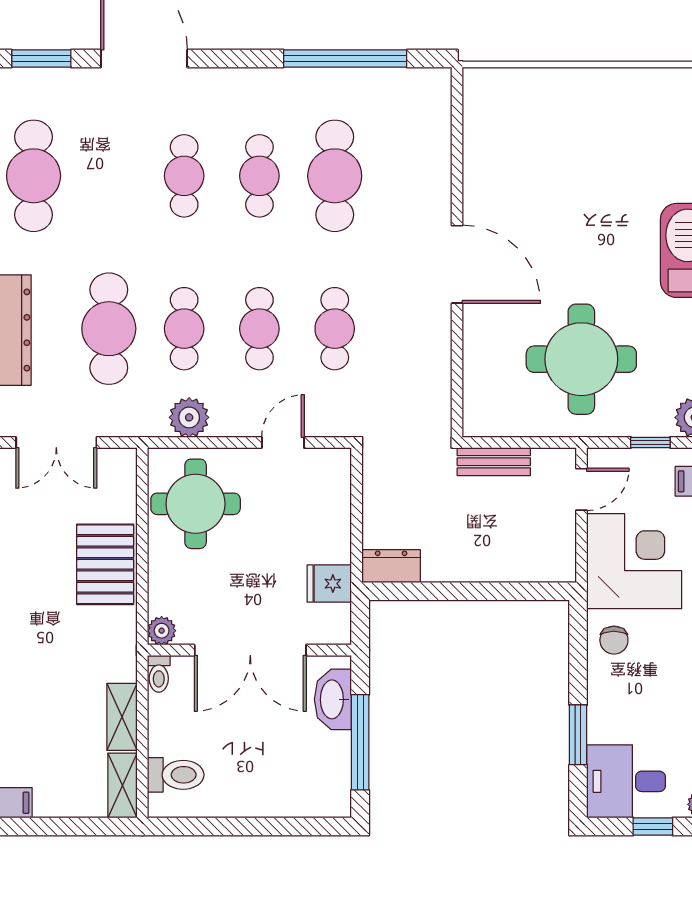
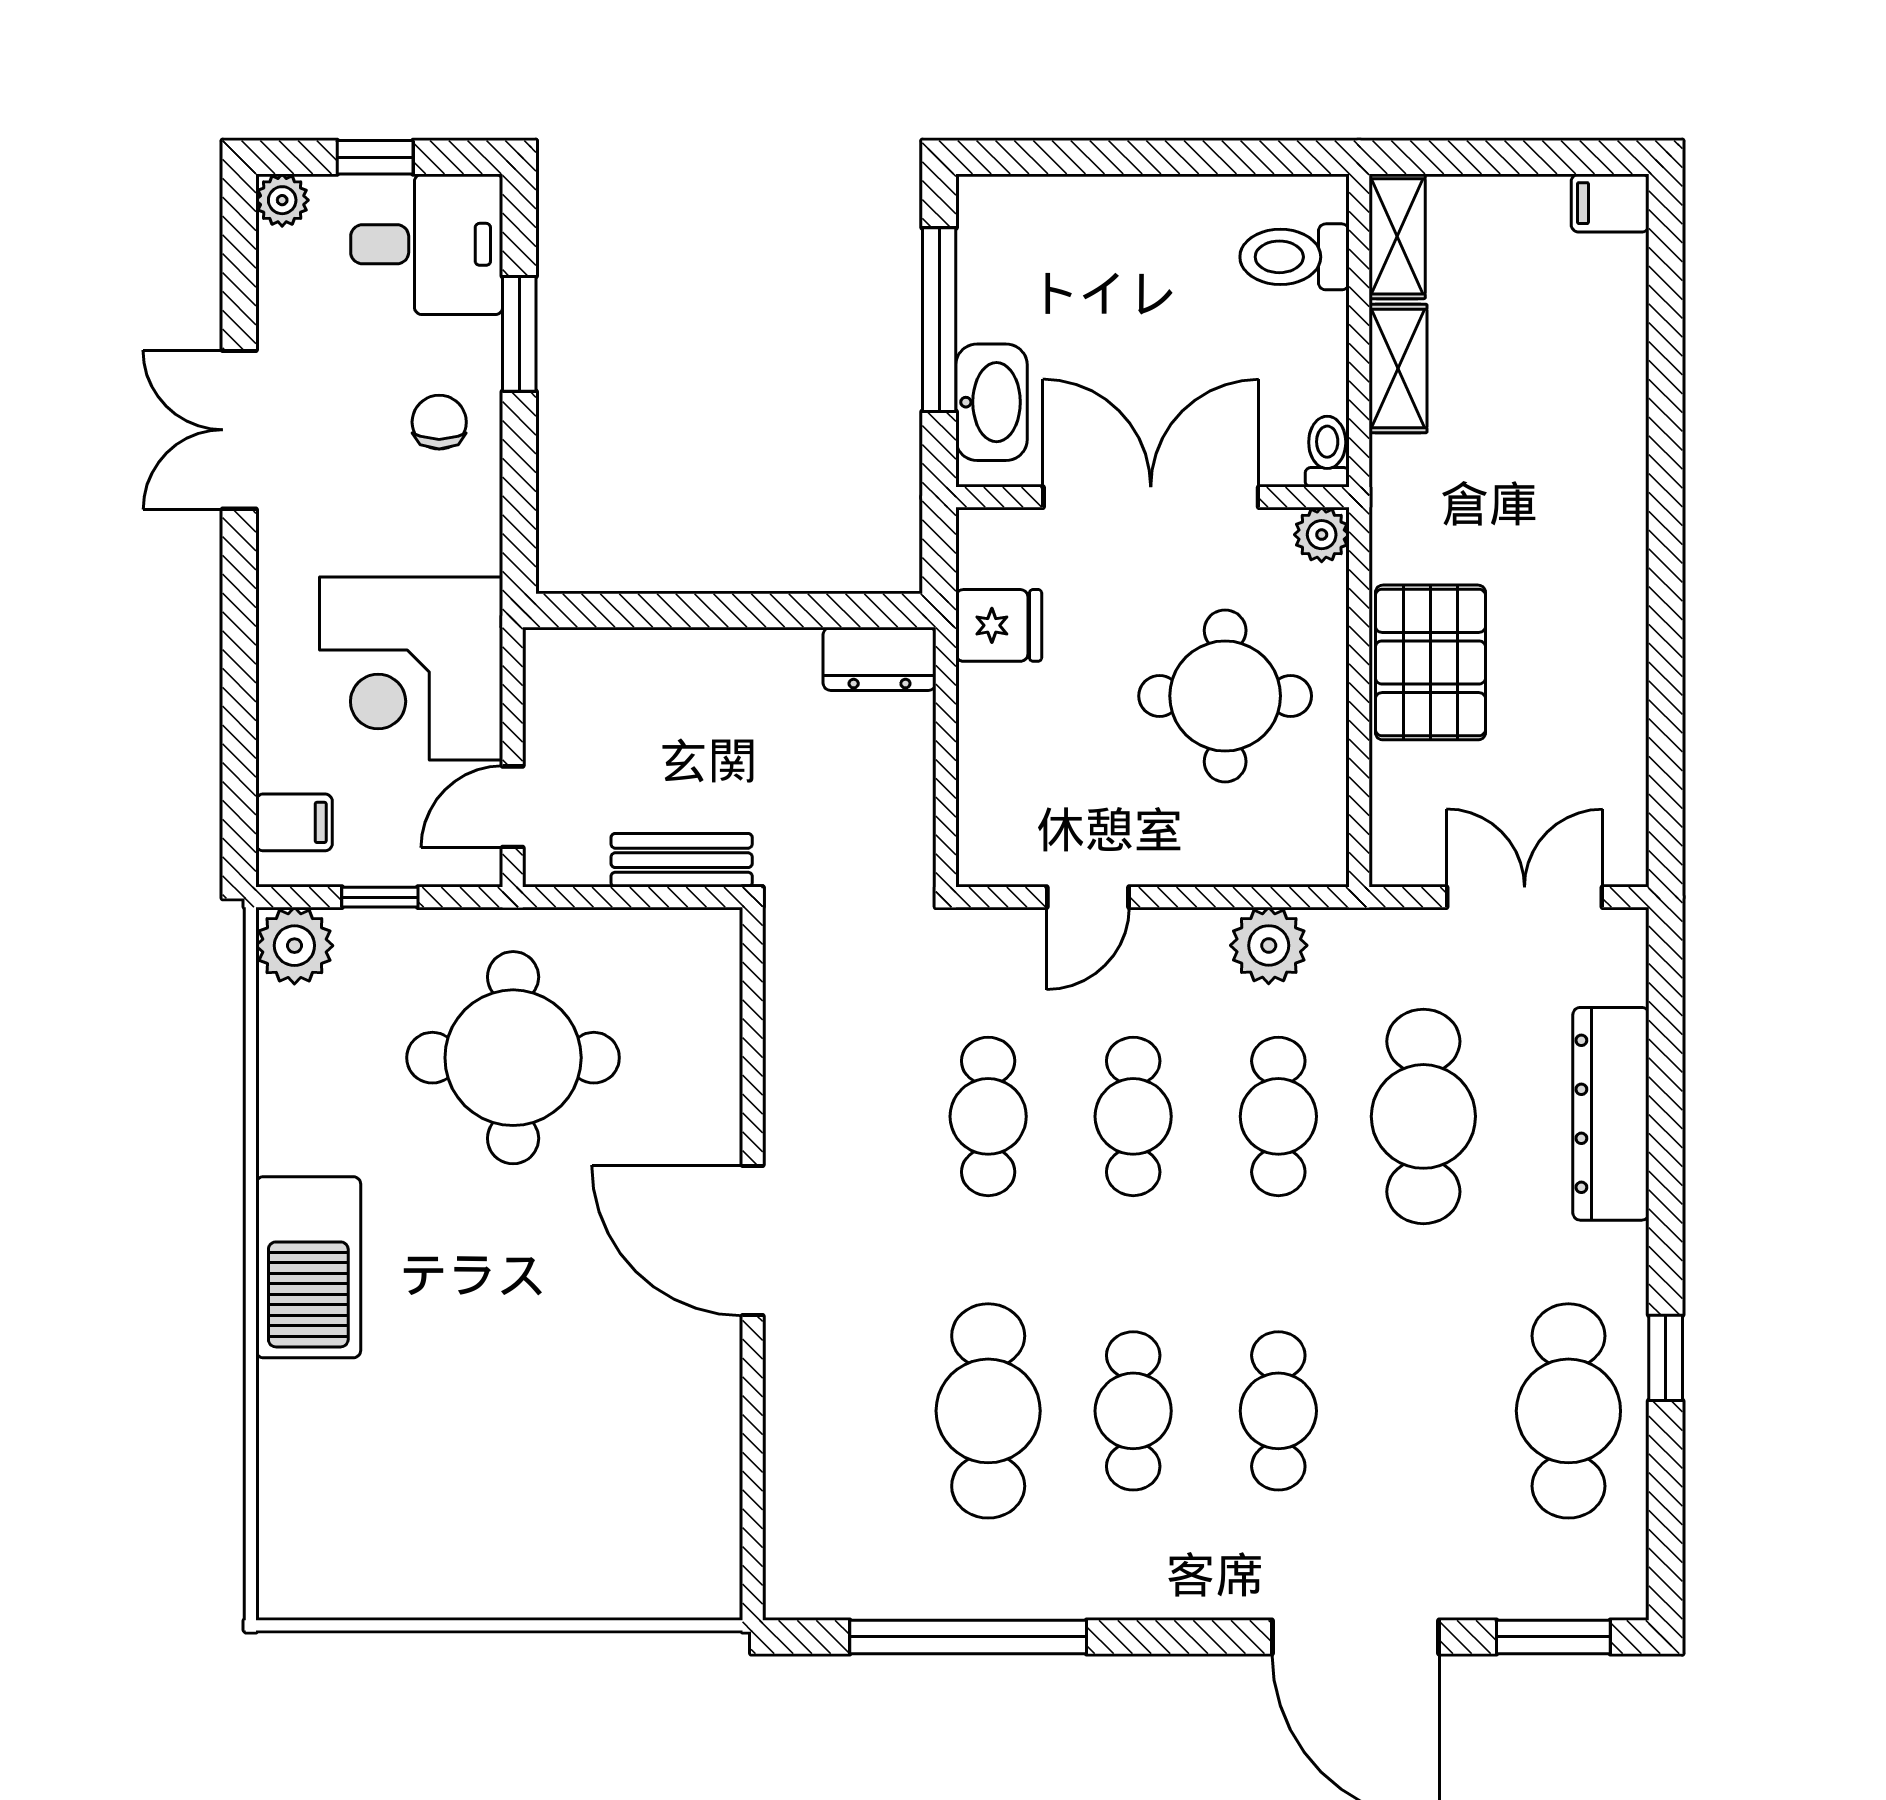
round table: (196, 504) -> (1225, 696), moved
chair: (614, 640) -> (439, 422), moved

